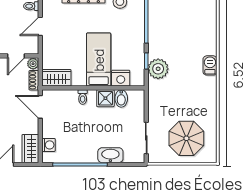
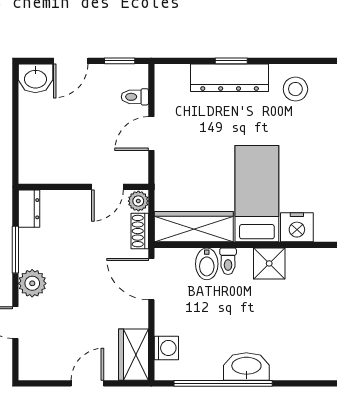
wardrobe: (56, 78) -> (194, 227), width x1.50
bidet: (121, 98) -> (207, 264), moved
washbasin: (110, 155) -> (246, 367), moved

